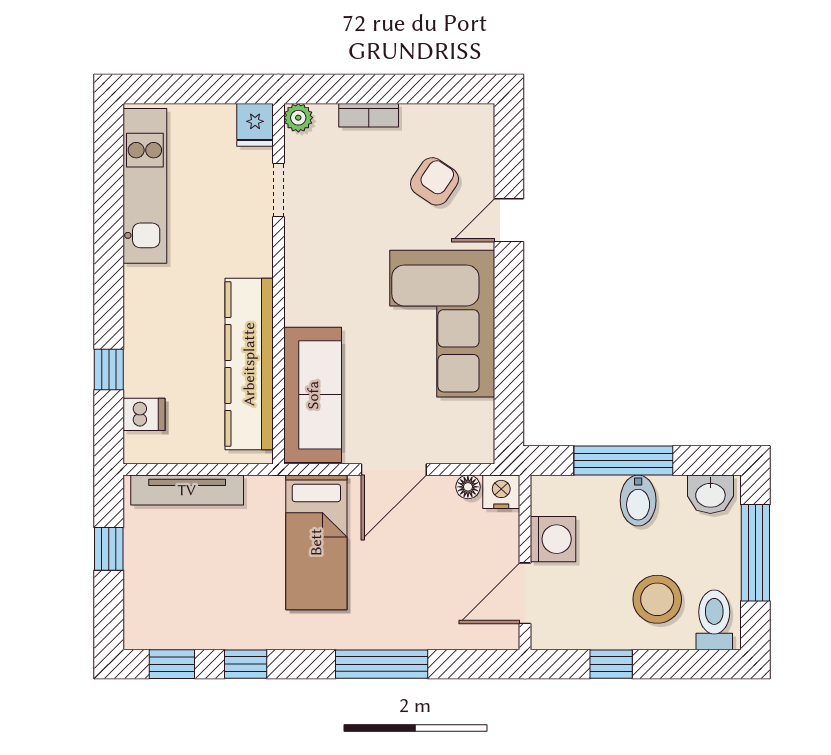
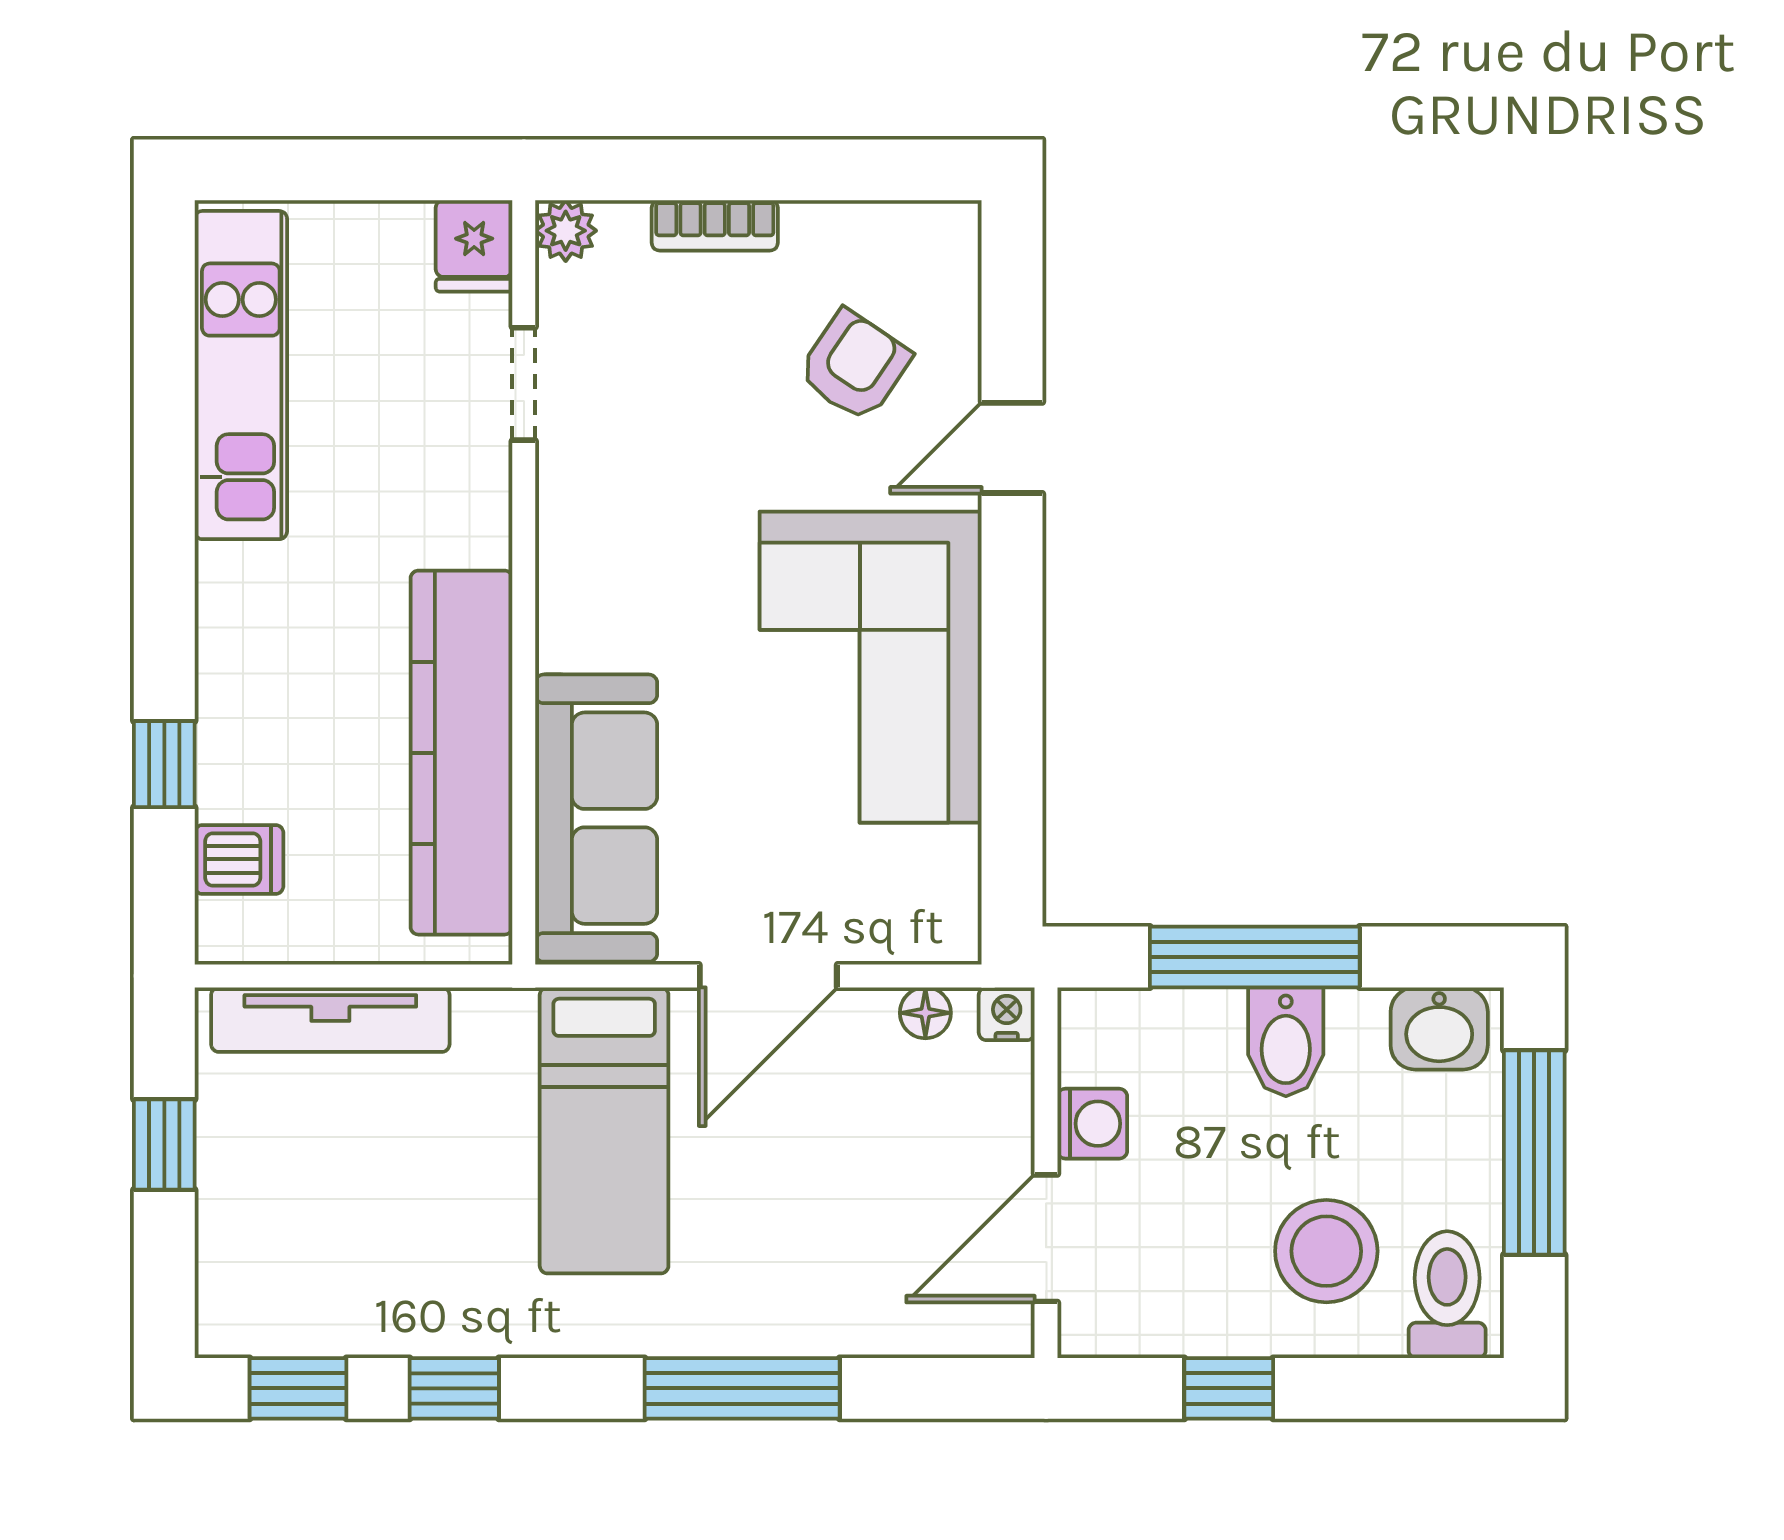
nightstand: (501, 492) -> (1007, 1014), width x0.72, depth x0.74
washing machine: (553, 539) -> (1092, 1124), width x0.73, depth x0.73

